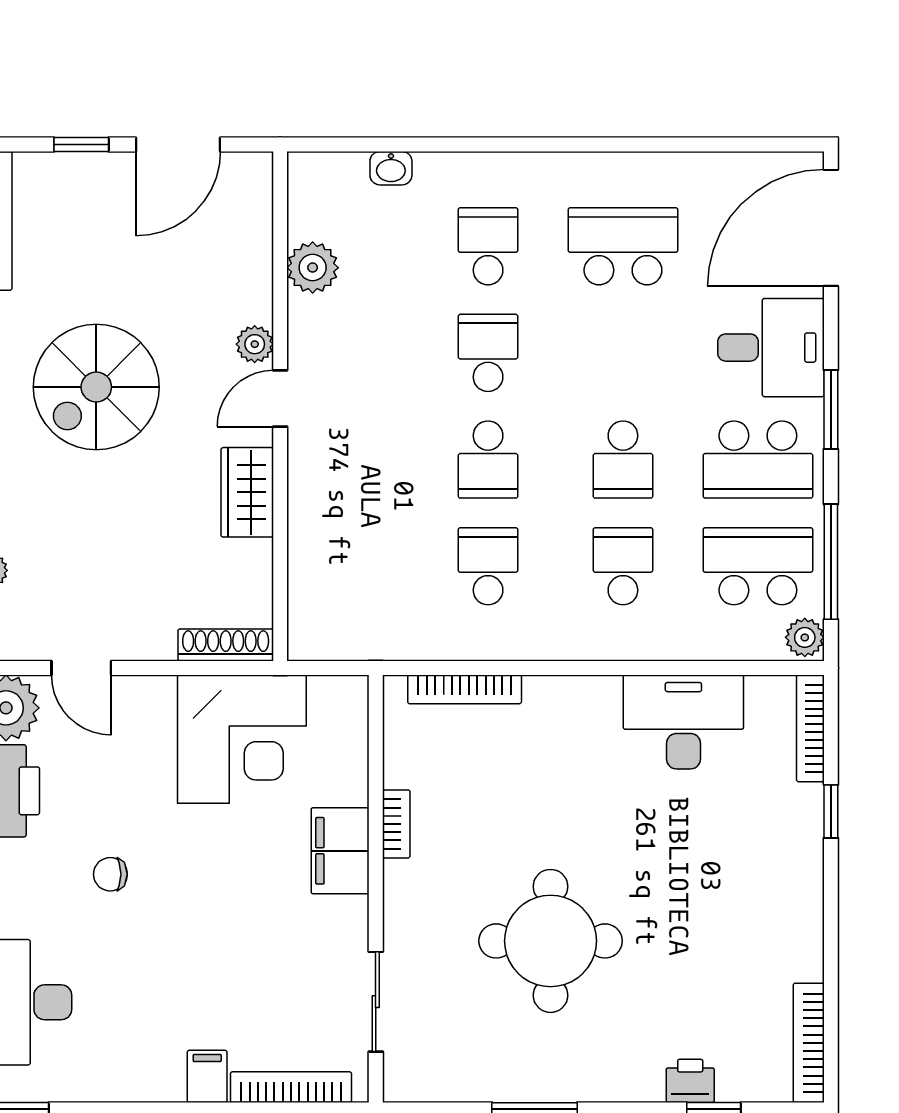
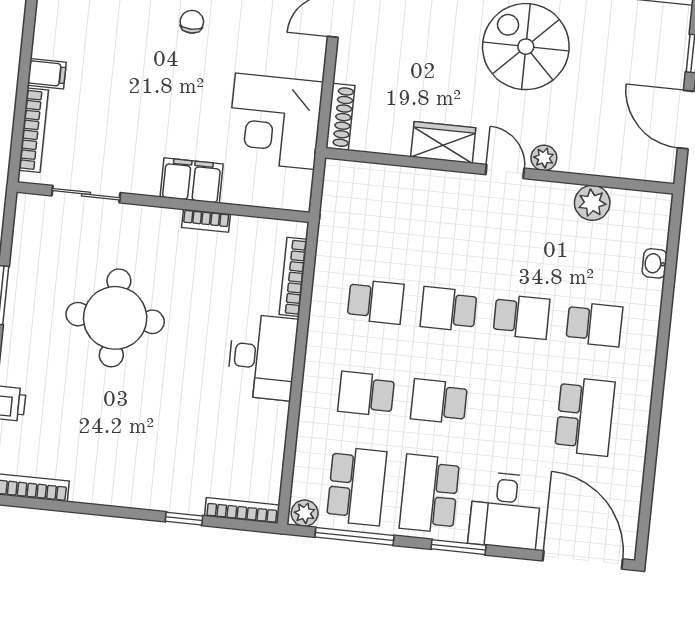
school desk: (623, 566) -> (366, 394), turned 180
desk: (683, 722) -> (262, 357), moved

